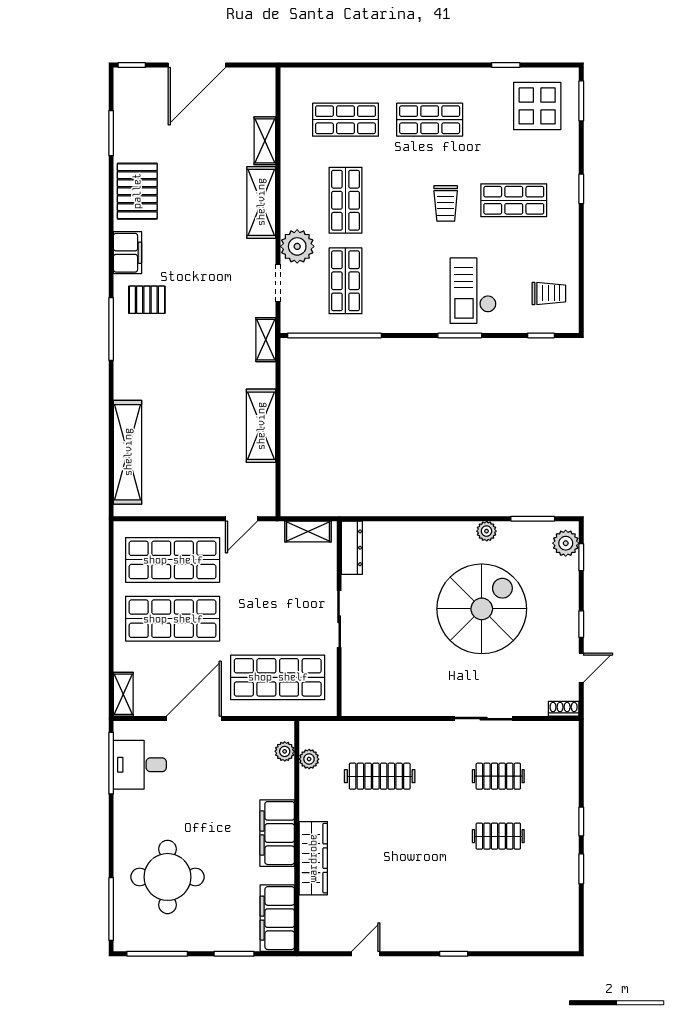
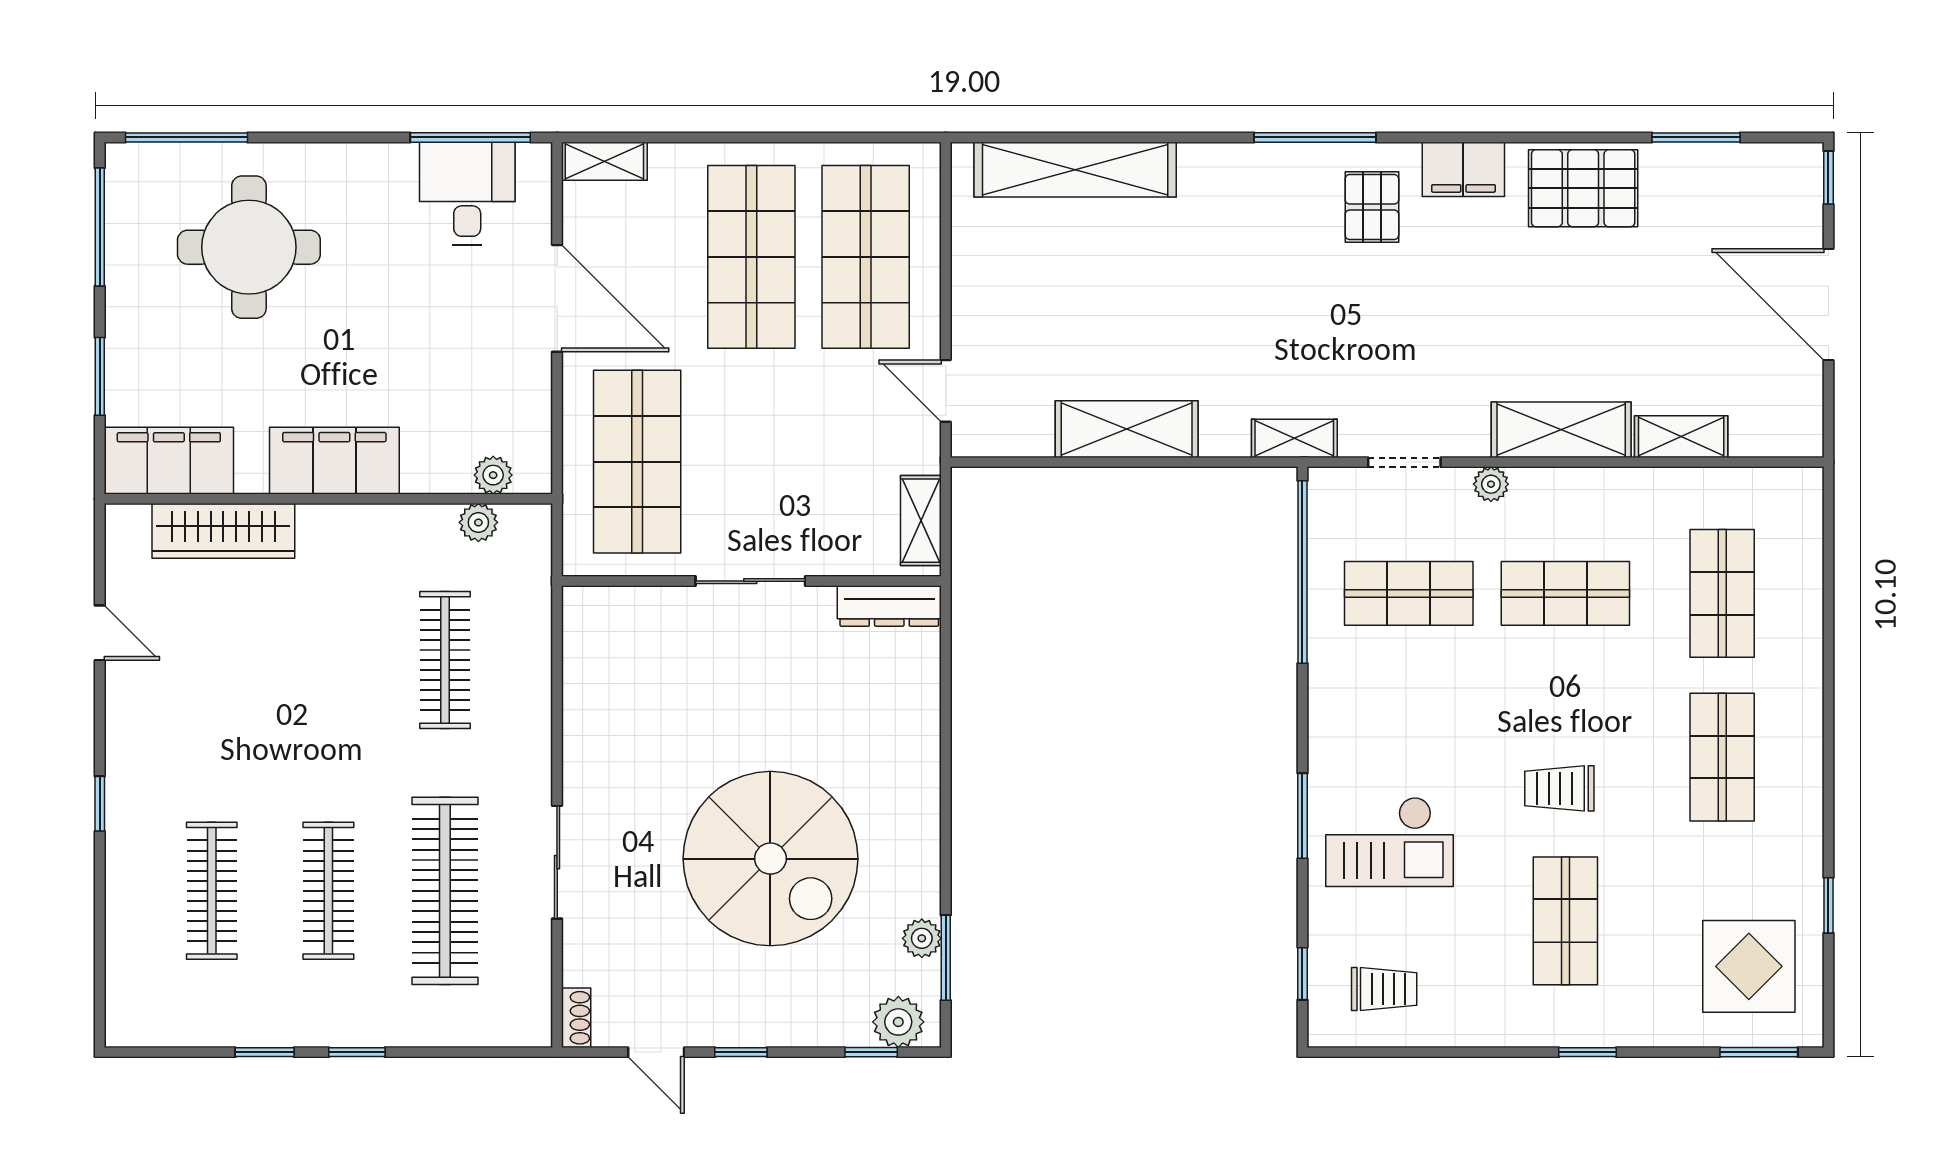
plant: (297, 246) -> (1491, 484), width x0.53, depth x0.53
checkout: (473, 291) -> (1389, 842), turned 180
trolley: (549, 293) -> (1384, 989), turned -90
plant: (487, 531) -> (922, 938), moved
clothes rail: (498, 776) -> (445, 891), width x1.86, depth x1.31
clothes rail: (498, 836) -> (328, 891), width x1.36
wardrobe: (313, 858) -> (223, 531), moved
clothes rail: (498, 896) -> (212, 891), added

